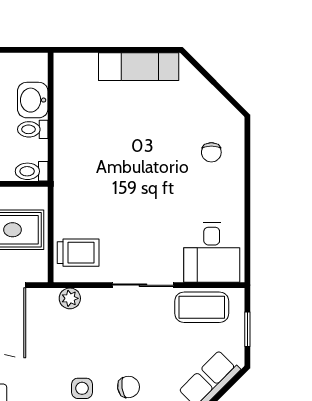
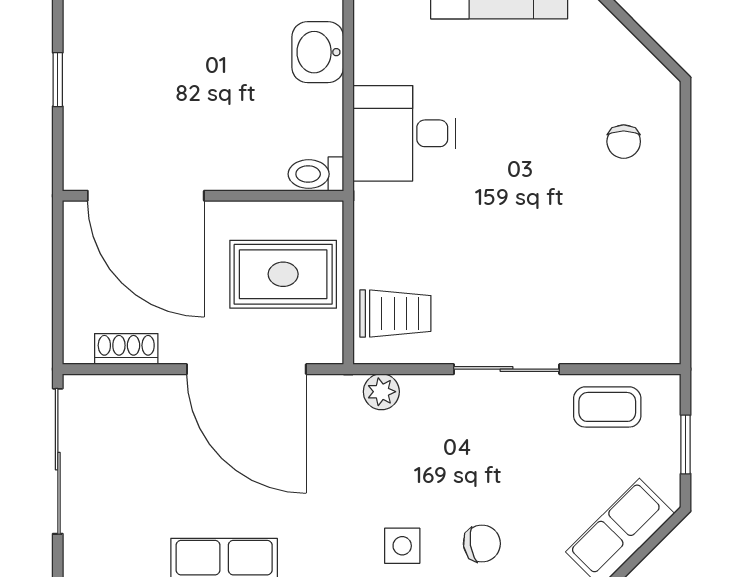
toilet: (33, 129) -> (318, 102), removed
desk: (212, 252) -> (404, 133), moved, turned 90
coffee table: (202, 307) -> (607, 407), width x0.73, depth x0.77

